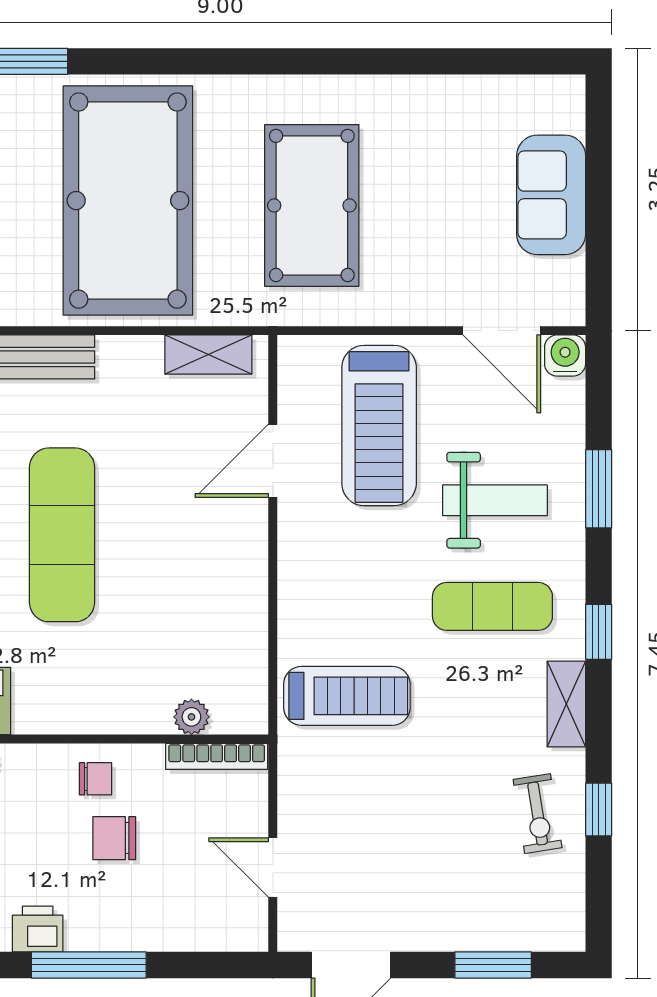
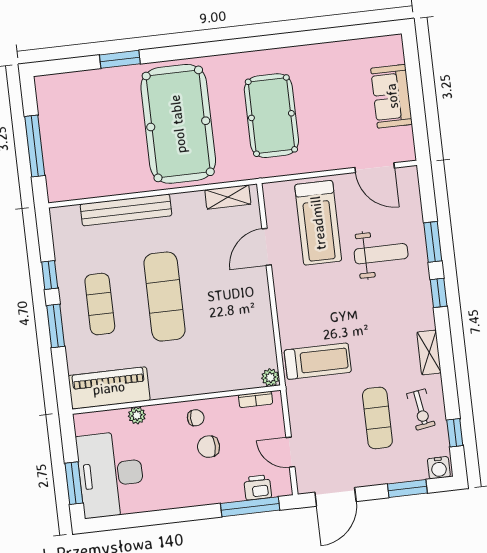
water cooler: (565, 356) -> (439, 468), moved, turned 180
exercise mat: (492, 606) -> (377, 418), moved, turned 90
window: (599, 632) -> (439, 293), moved
plant: (191, 717) -> (270, 377), moved
bookcase: (217, 756) -> (256, 399), width x0.64
window: (599, 809) -> (455, 433), moved
printer: (38, 929) -> (258, 487), moved
window: (89, 965) -> (250, 507), moved

